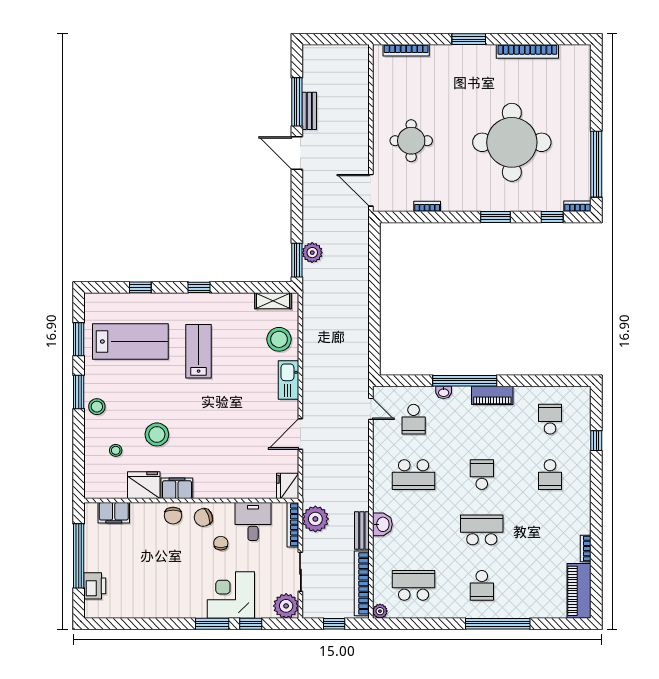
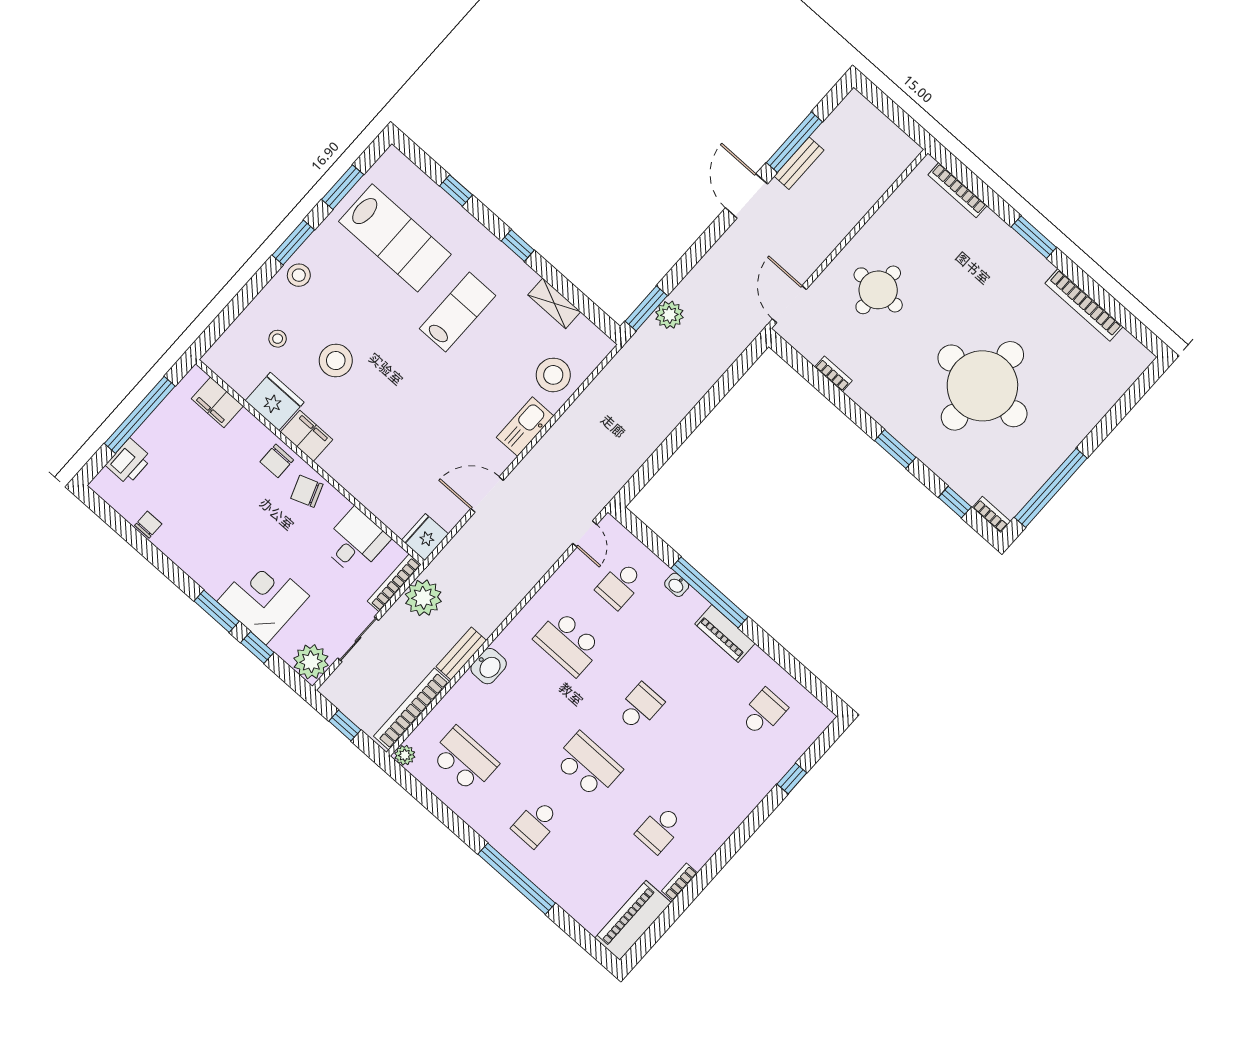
shelving: (273, 301) -> (554, 303), moved
school desk: (550, 475) -> (660, 829), moved
chair: (221, 543) -> (148, 525), moved

